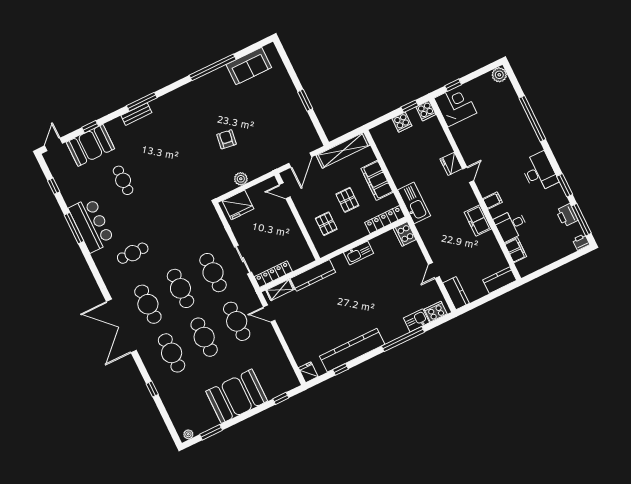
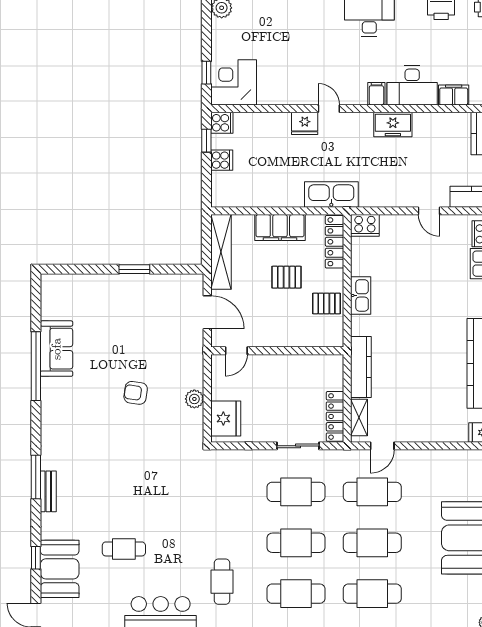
sofa: (249, 66) -> (56, 349), moved
pallet: (326, 224) -> (327, 303), moved
desk: (511, 225) -> (412, 85), width x1.37

